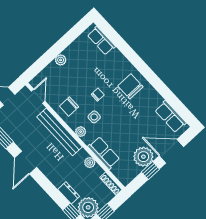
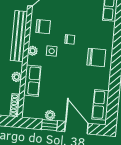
chair: (130, 86) -> (96, 57), turned 90
chair: (69, 106) -> (43, 27), turned 180
plant: (143, 157) -> (50, 115), width x0.53, depth x0.53

